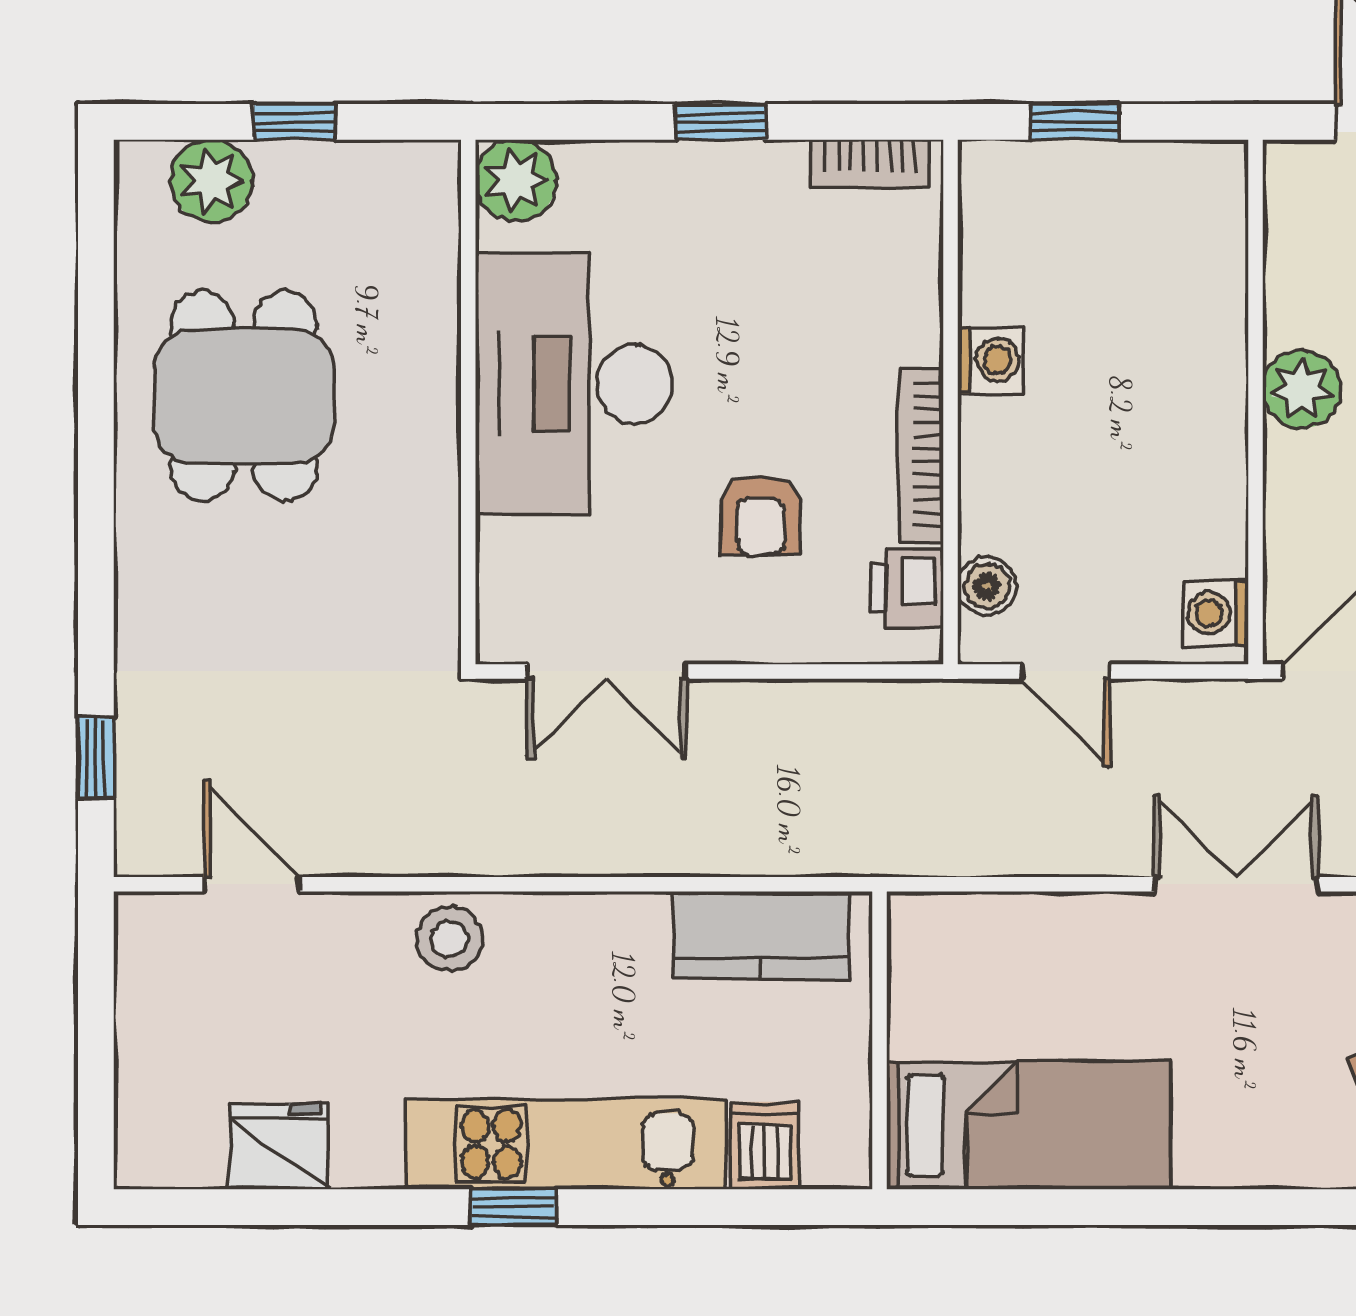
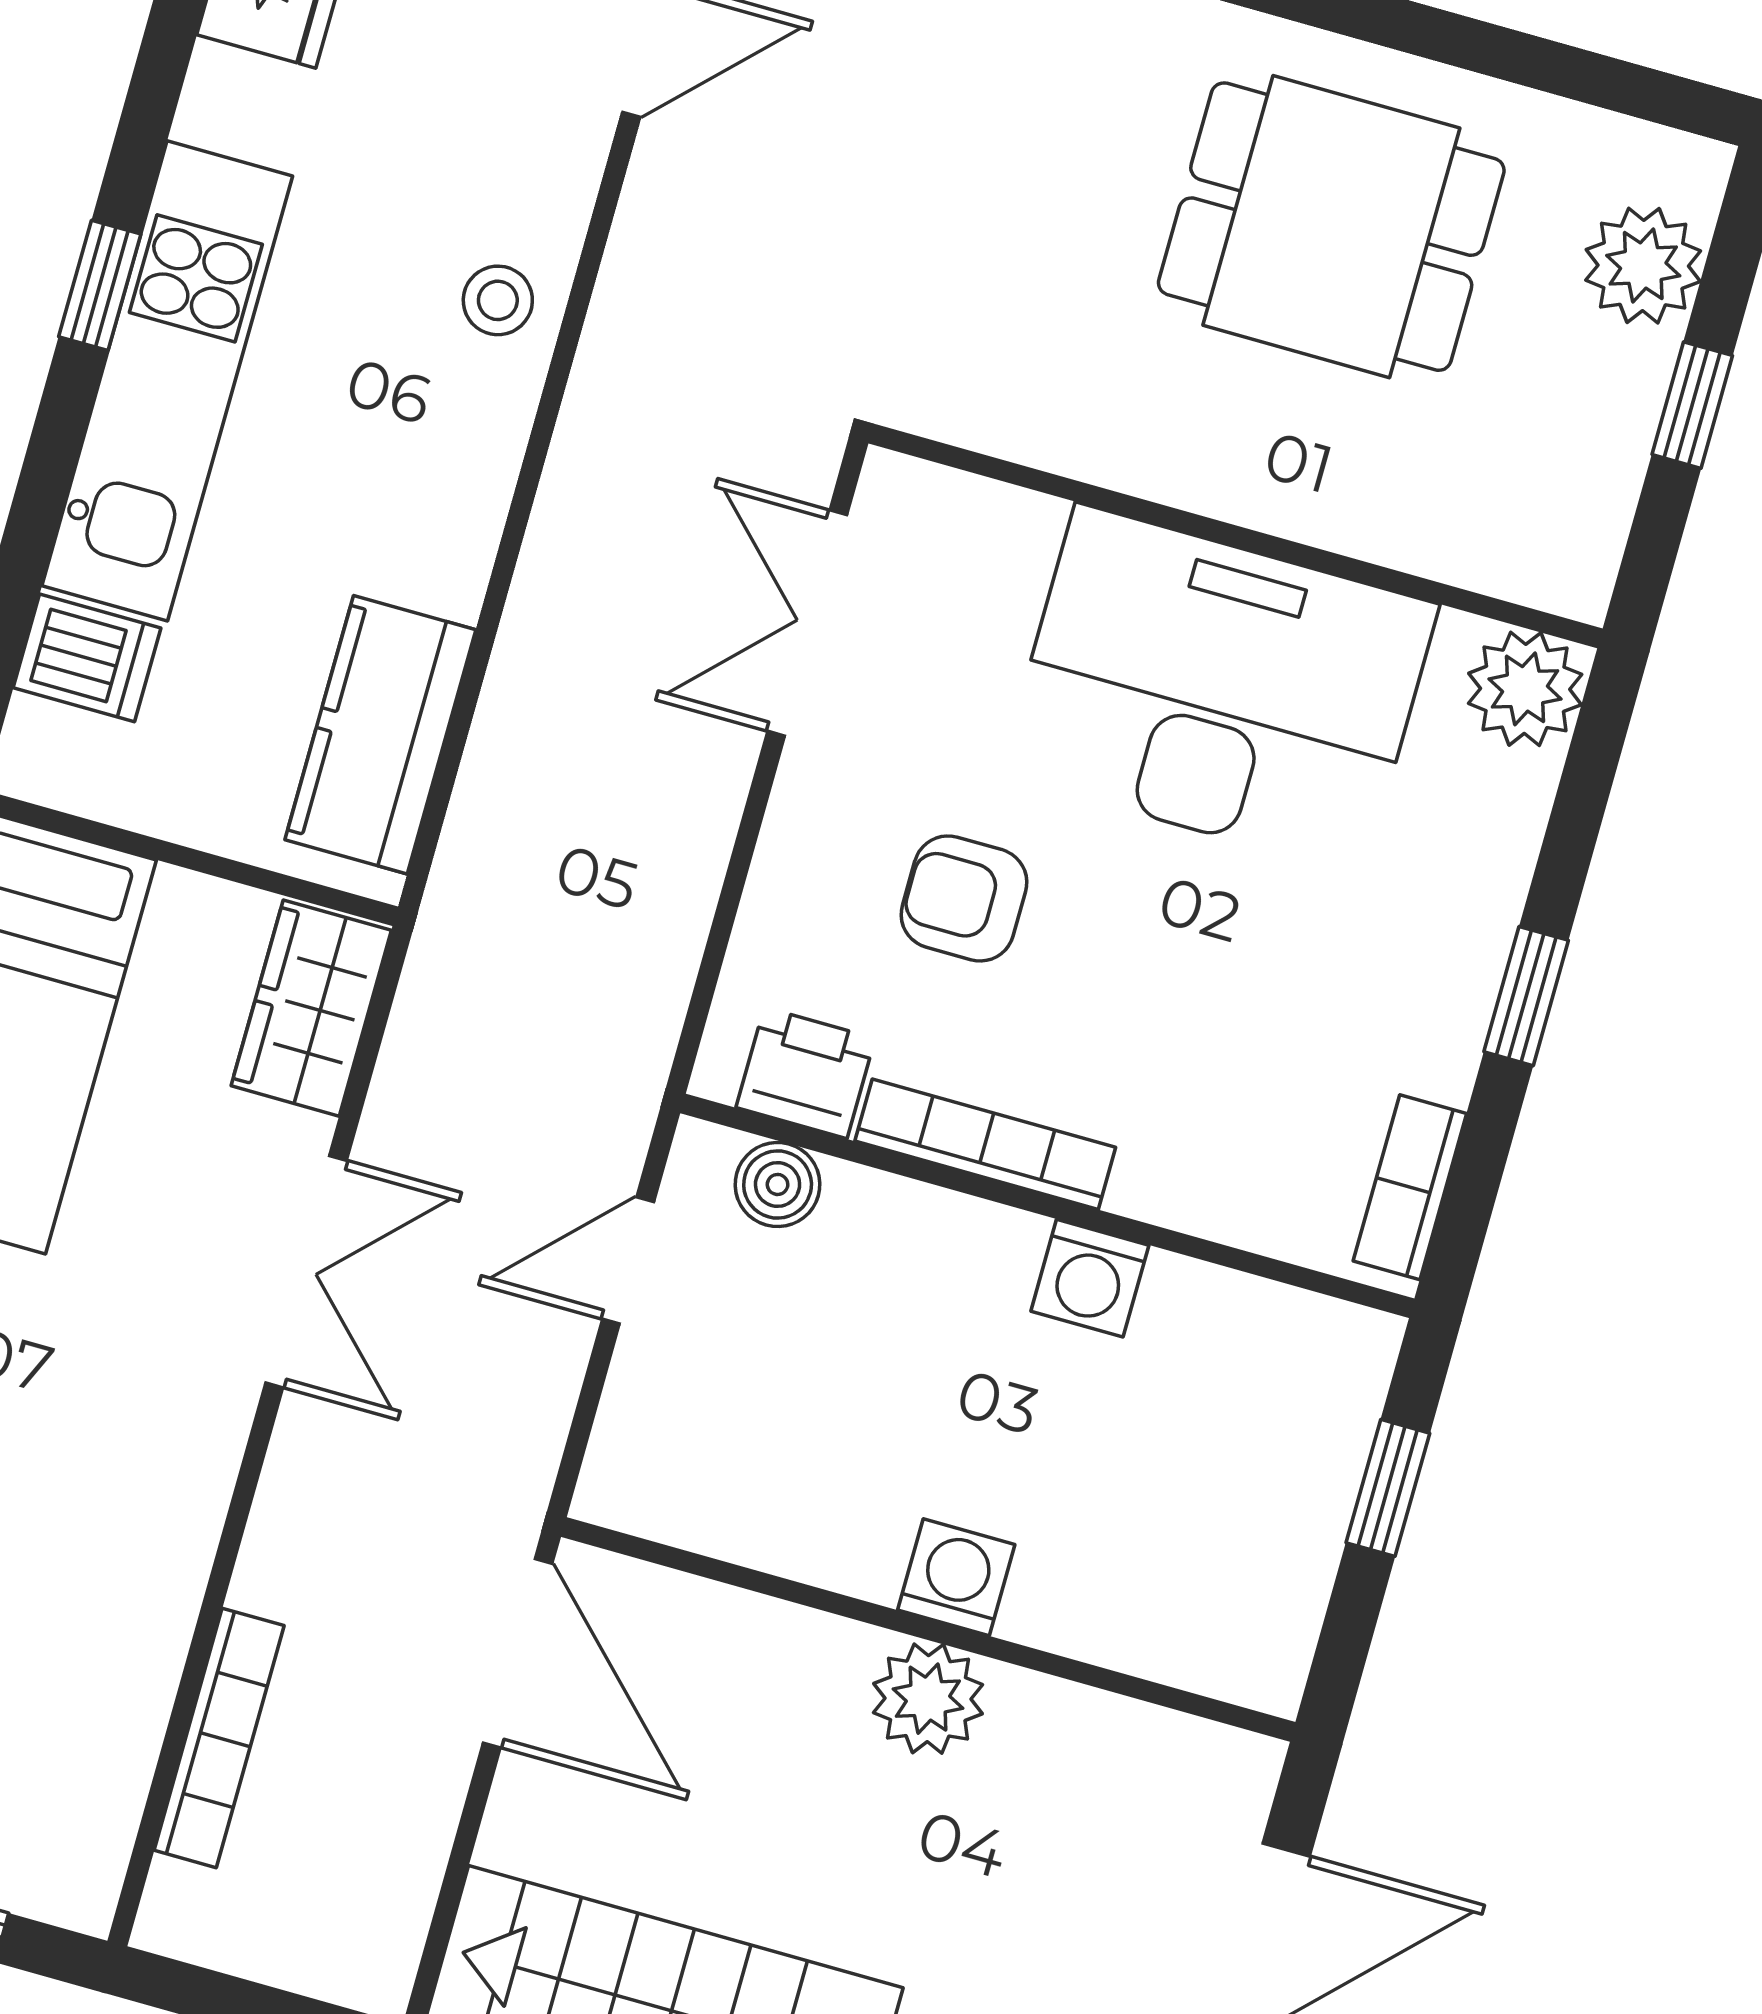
washing machine: (1215, 613) -> (956, 1577), moved
double door: (1236, 884) -> (306, 1272), moved
wardrobe: (957, 930) -> (311, 1008), added
stool: (449, 939) -> (498, 300), width x0.73, depth x0.73

